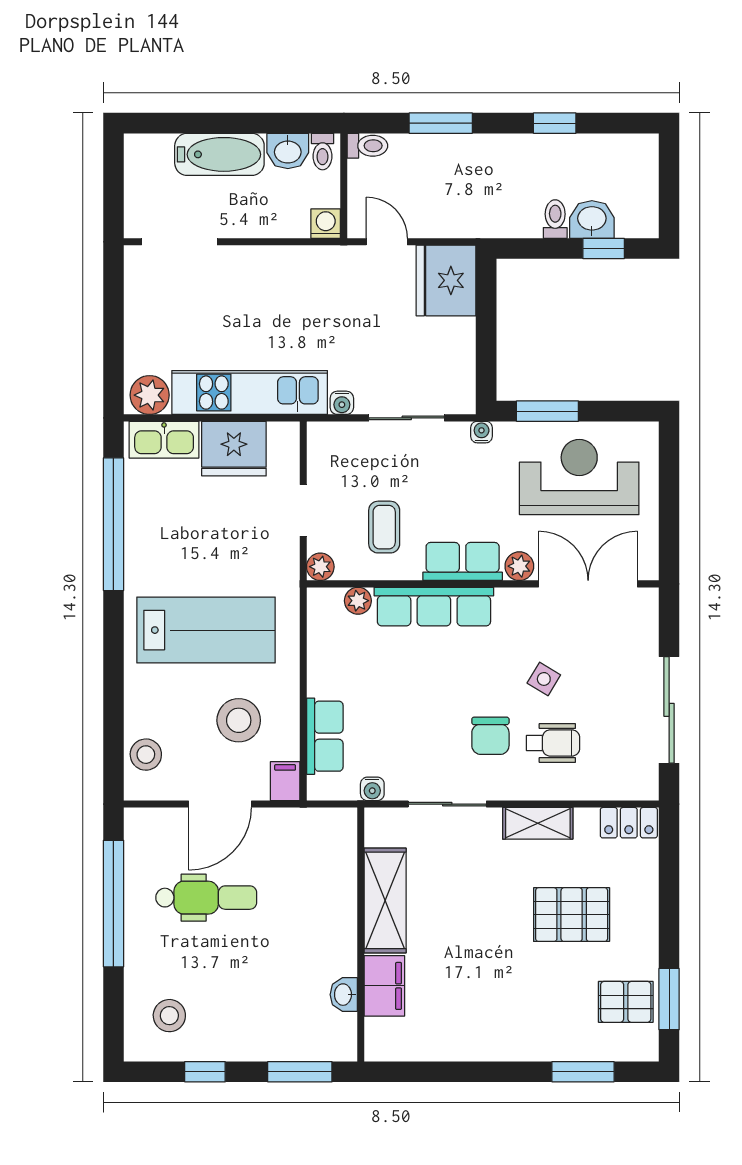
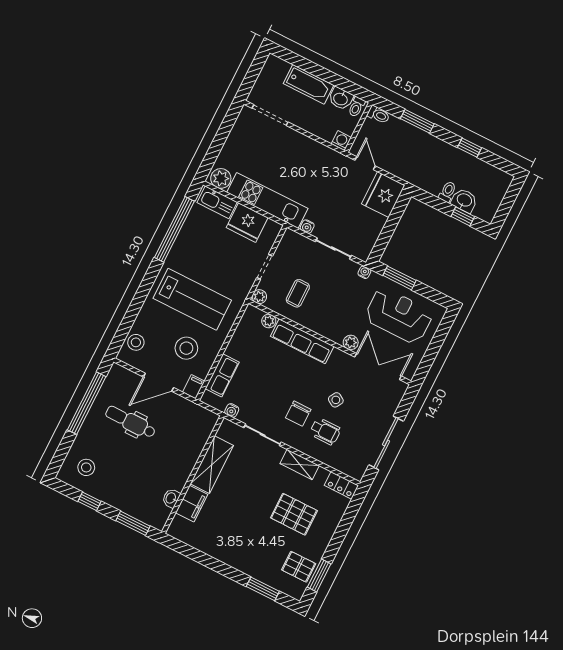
row of seats: (463, 561) -> (326, 327), removed
dental chair: (206, 898) -> (130, 422), turned 180

